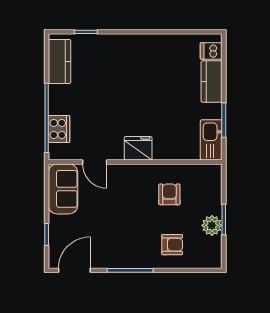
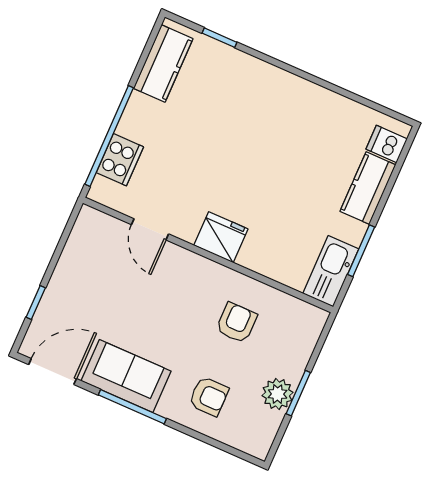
sofa: (63, 189) -> (126, 376), moved, turned -90

